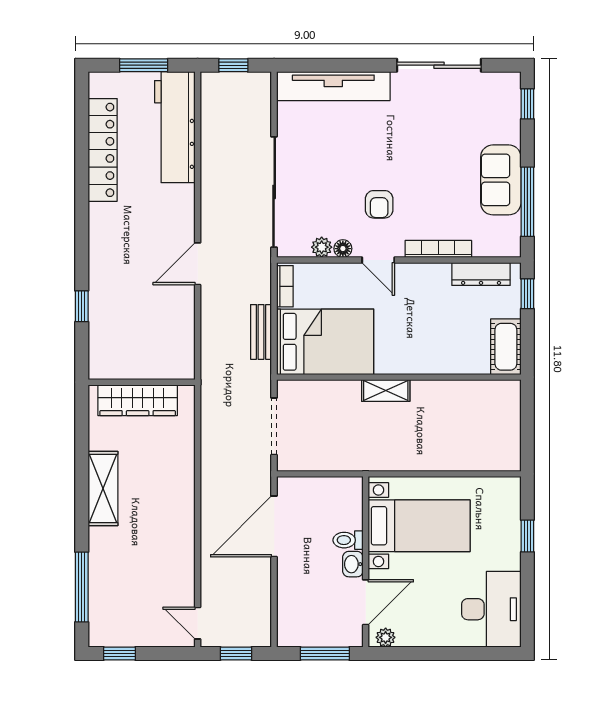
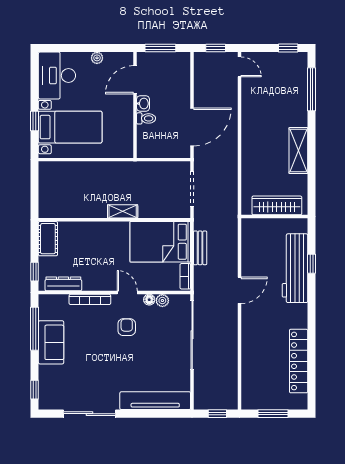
workbench: (175, 127) -> (295, 268), moved, turned 180
bed with nightstands: (419, 526) -> (70, 127), moved, turned 180
plant: (386, 637) -> (97, 58), moved

